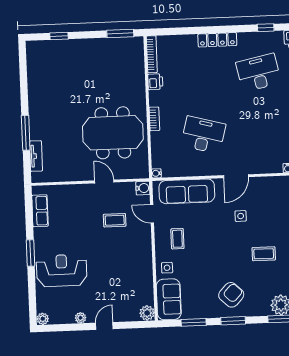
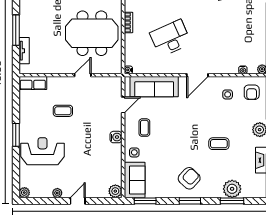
desk: (203, 135) -> (170, 38), turned -39
door: (104, 181) -> (83, 75), hinge flipped
water cooler: (143, 188) -> (116, 137), moved
row of seats: (40, 211) -> (33, 83), moved, turned 90
door: (152, 214) -> (123, 105), swing flipped
side table: (241, 216) -> (228, 94), moved
coffee table: (115, 220) -> (63, 111), moved
window: (194, 322) -> (145, 201), moved

